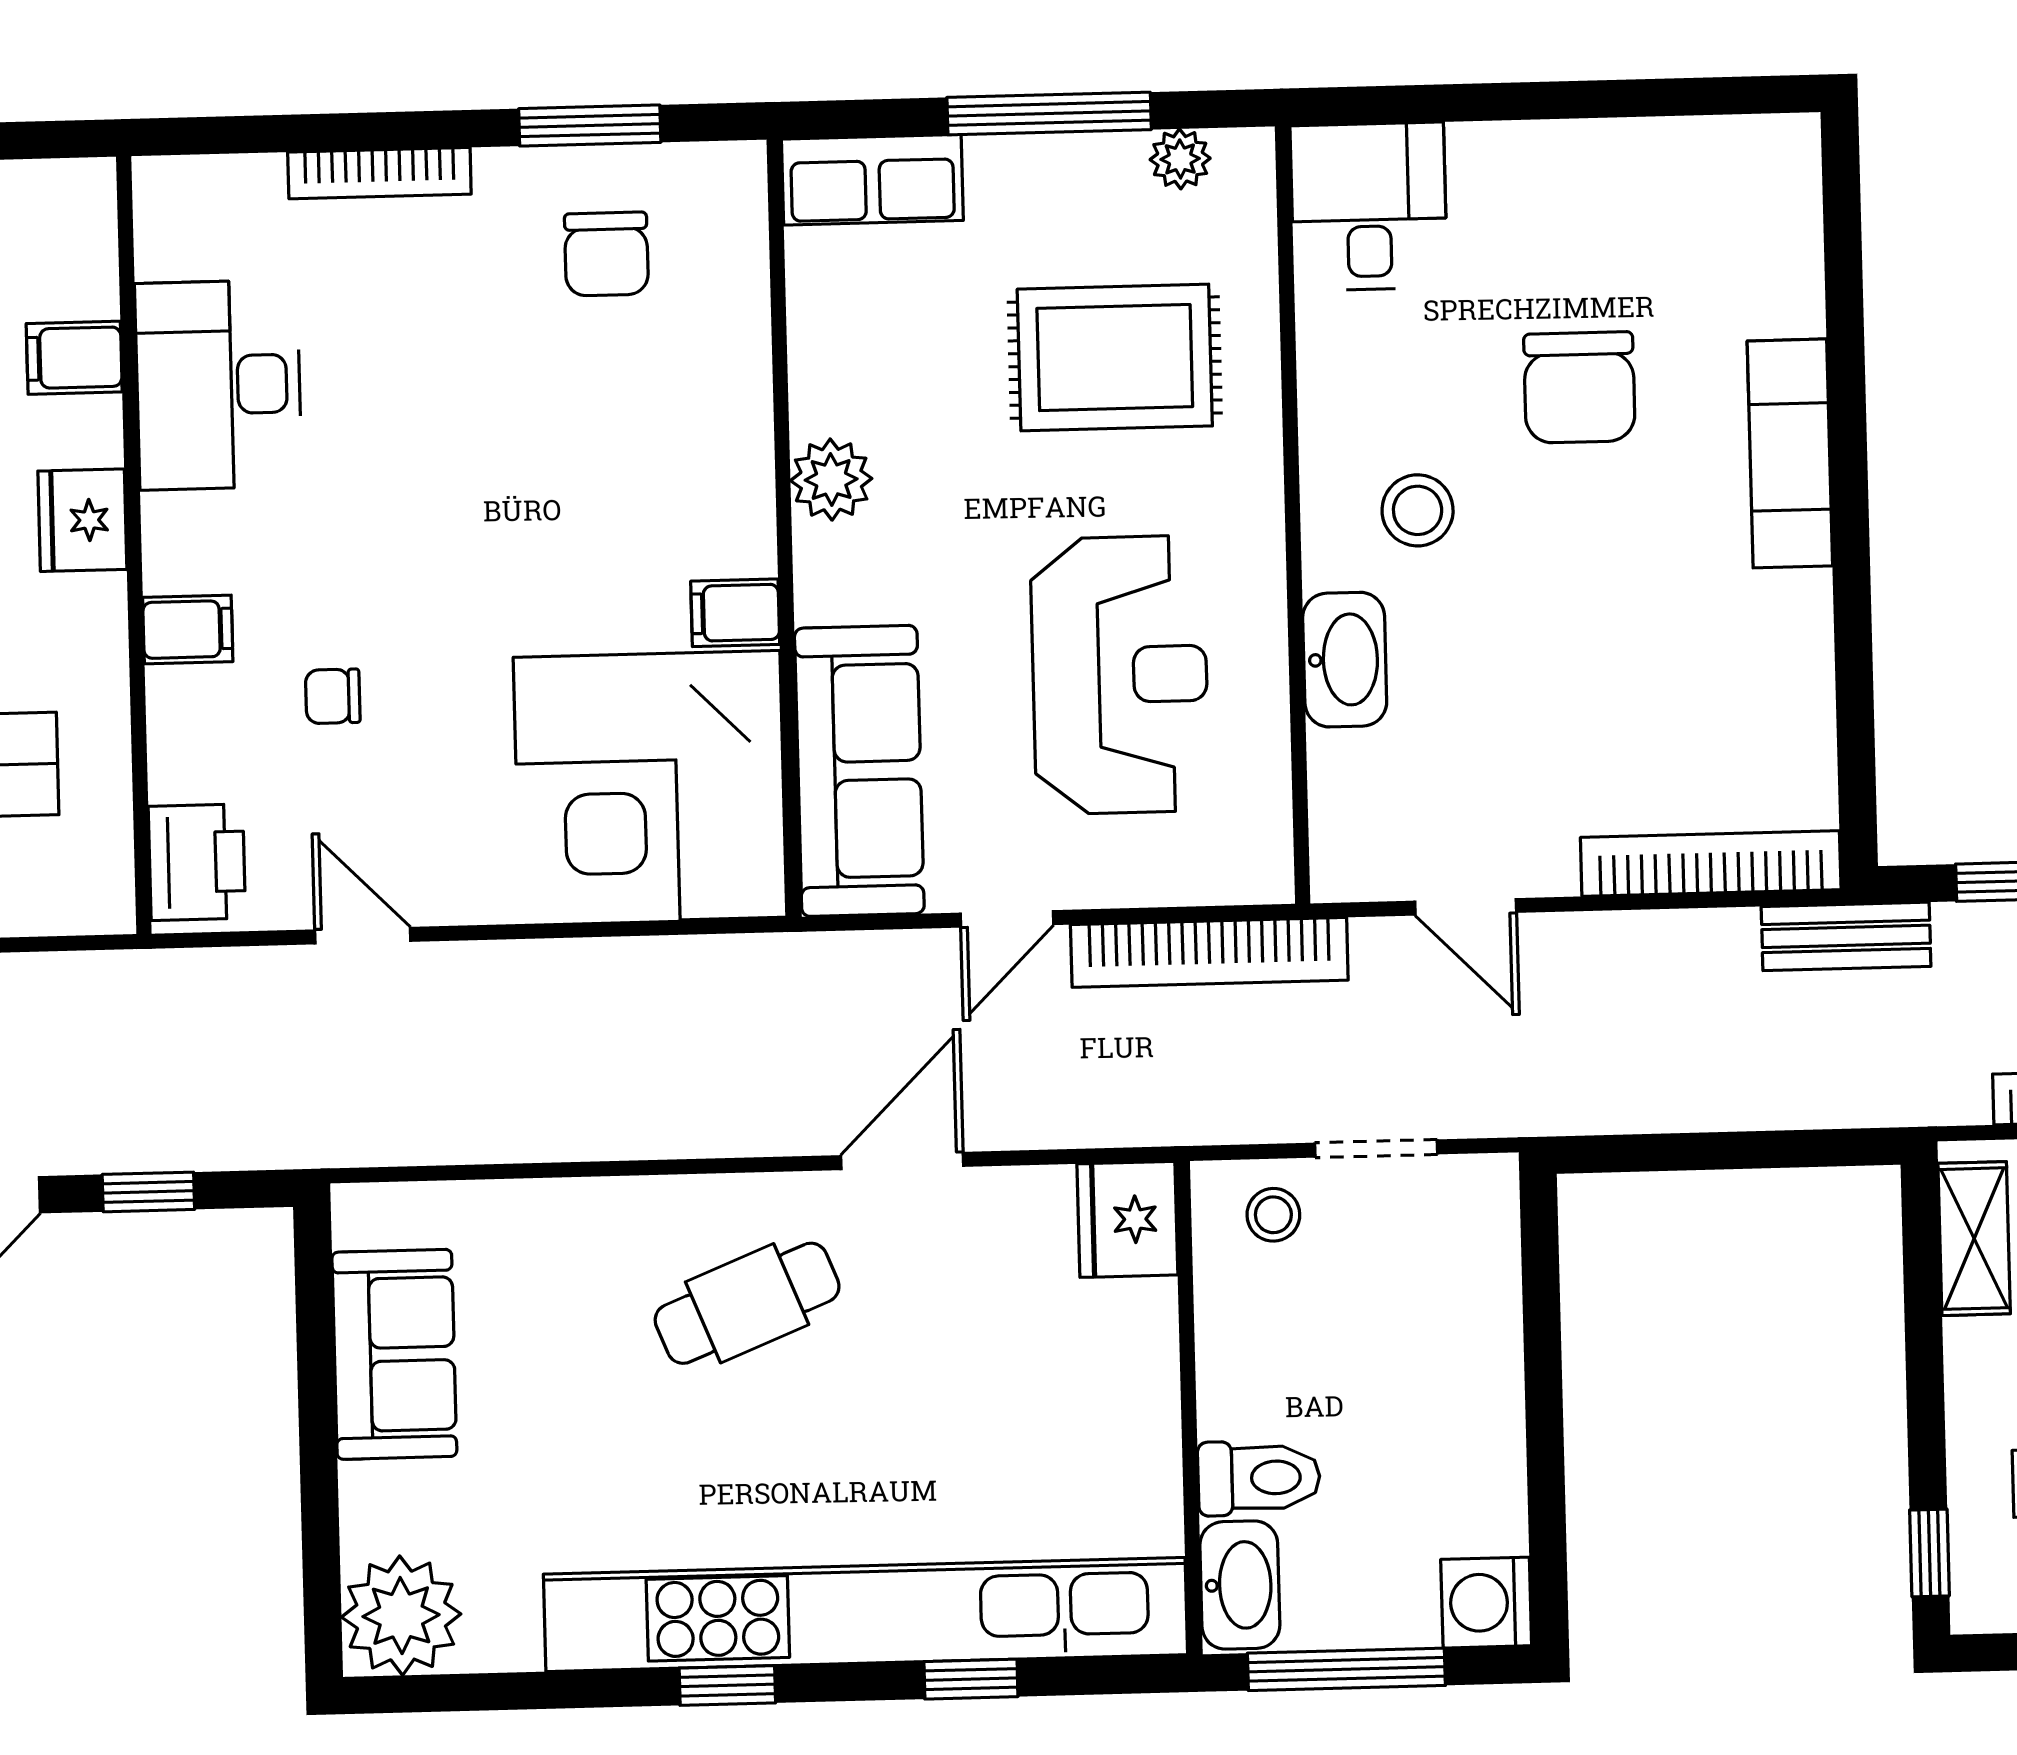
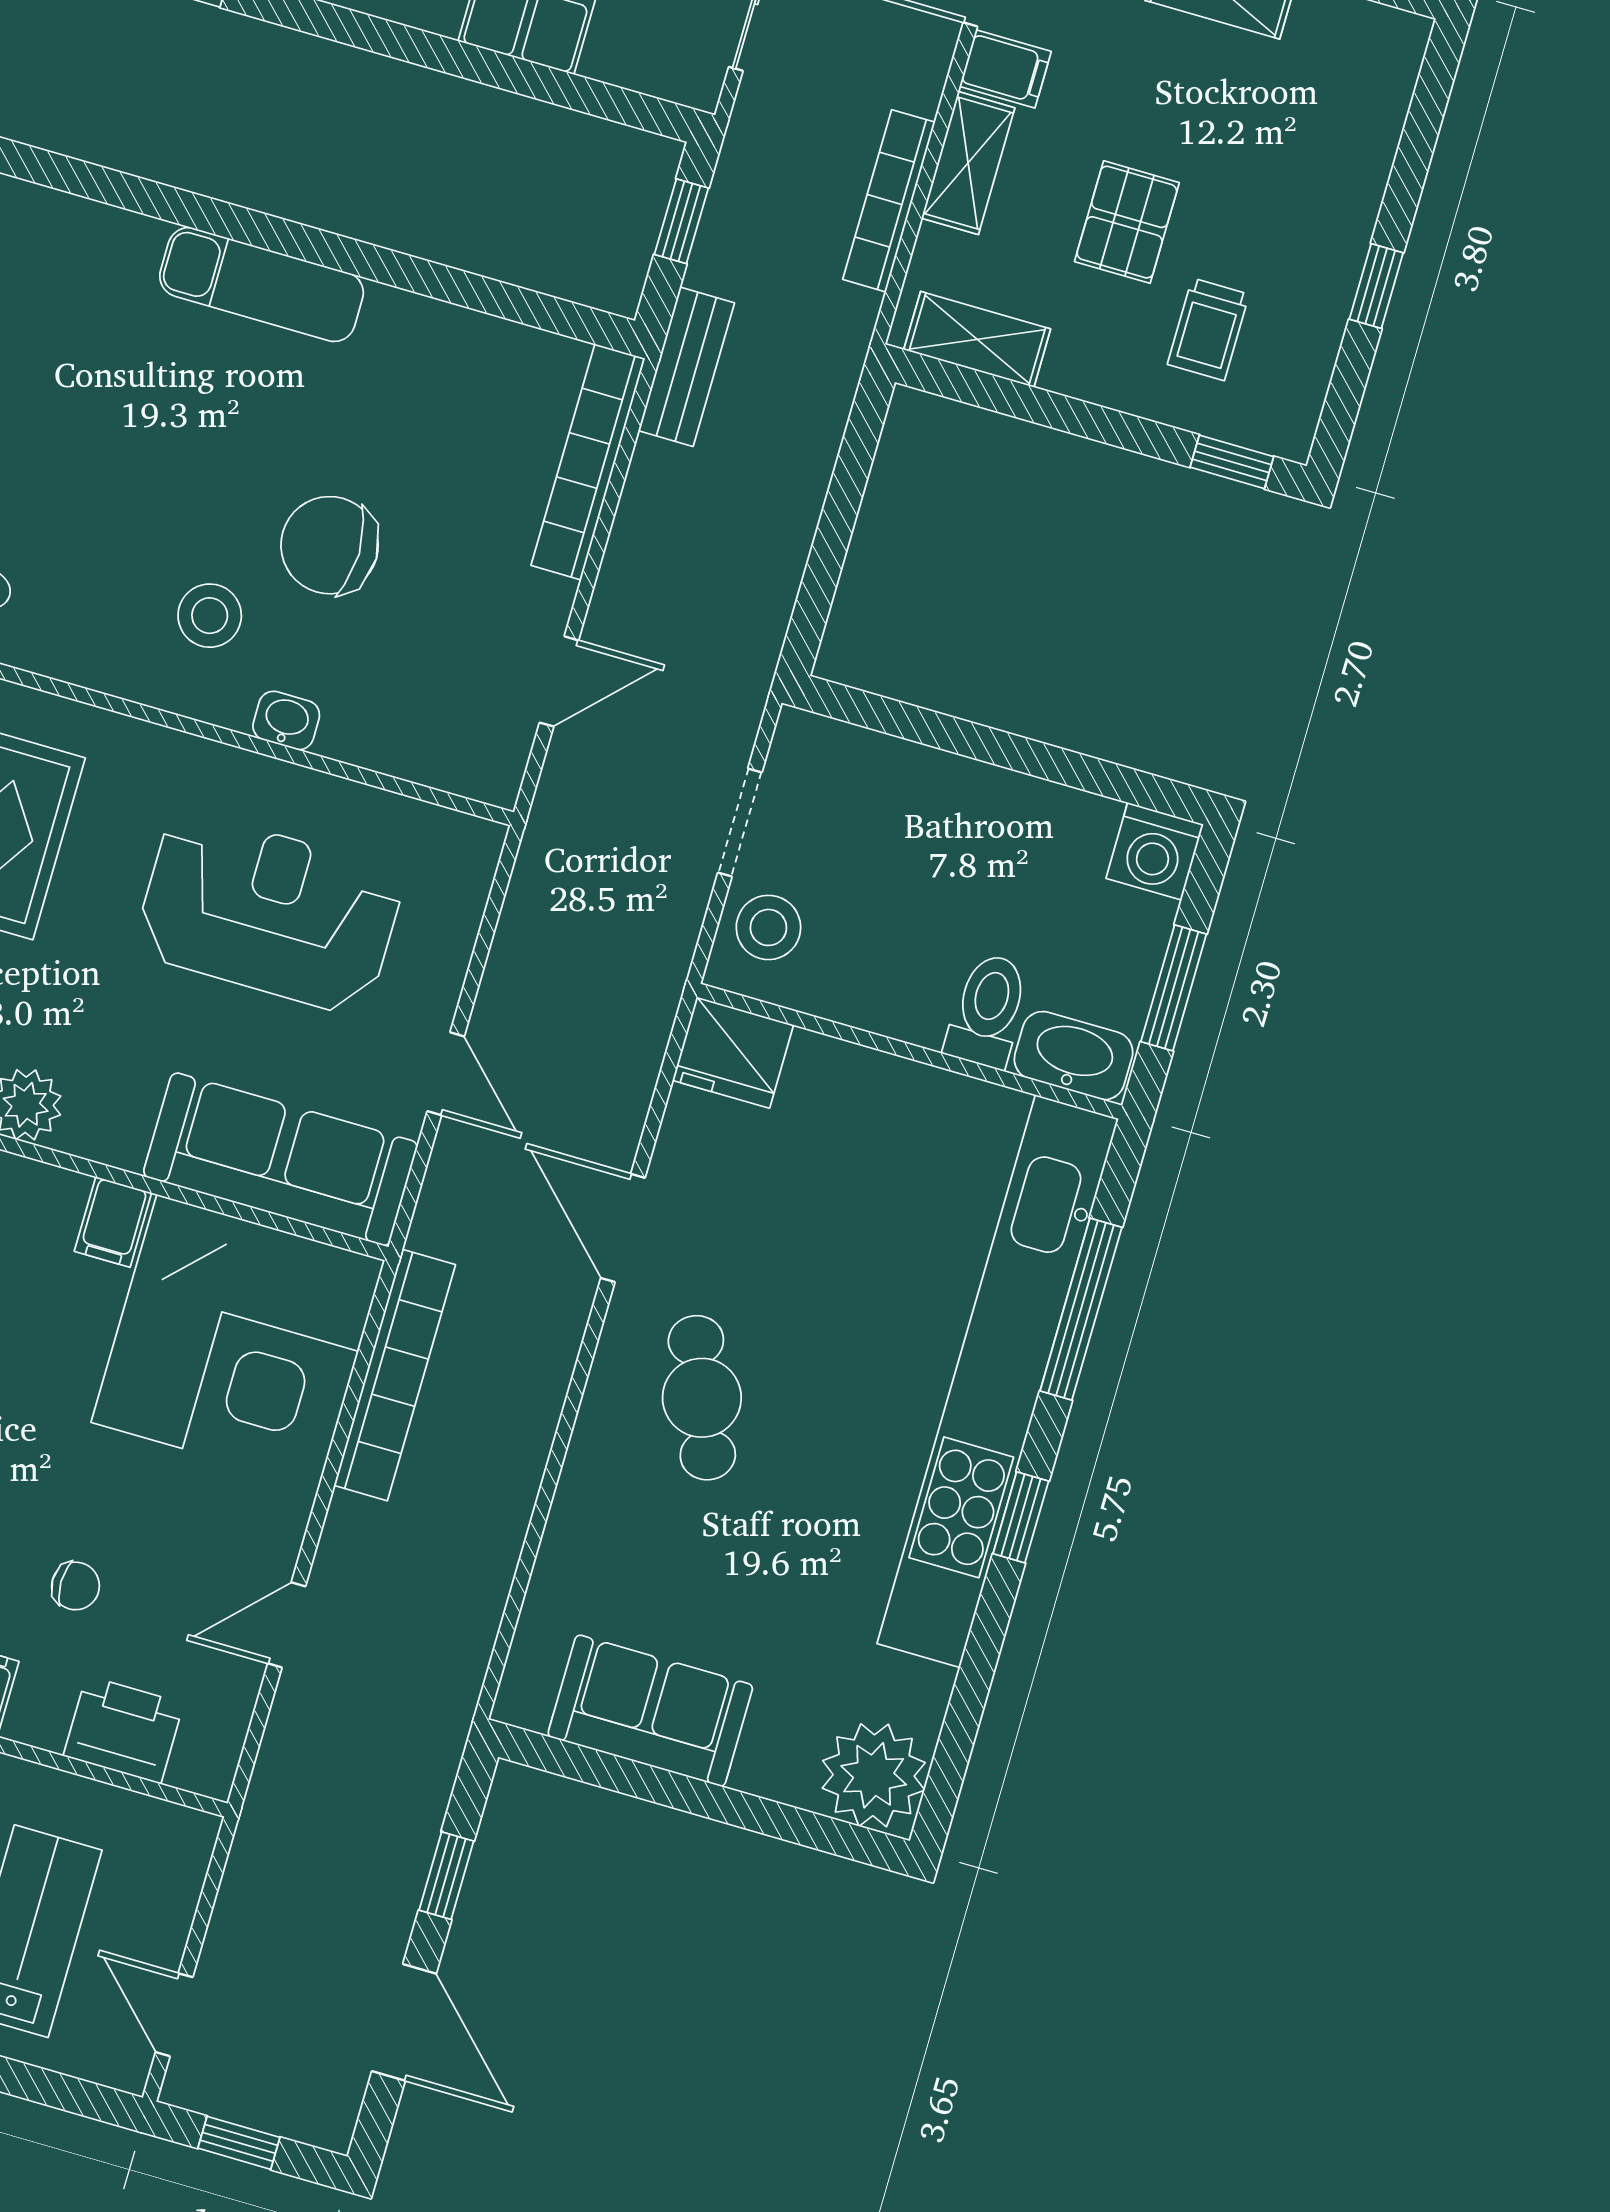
chair: (1579, 387) -> (330, 545), moved, turned 180
washbasin: (1345, 660) -> (286, 720), width x0.52, depth x0.69
chair: (333, 696) -> (75, 1586), turned -90
printer: (197, 862) -> (124, 1730), moved
bookcase: (1209, 952) -> (395, 1375), moved
stool: (1273, 1215) -> (768, 927), width x1.37, depth x1.37
window: (1346, 1669) -> (1174, 988), width x0.69
window: (971, 1679) -> (1081, 1309), width x2.17

